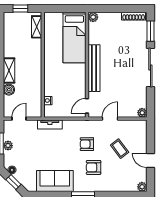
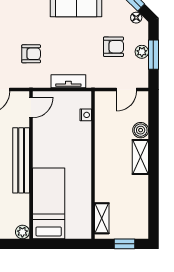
tv unit: (50, 125) -> (68, 81), moved
armchair: (94, 167) -> (113, 47), moved

